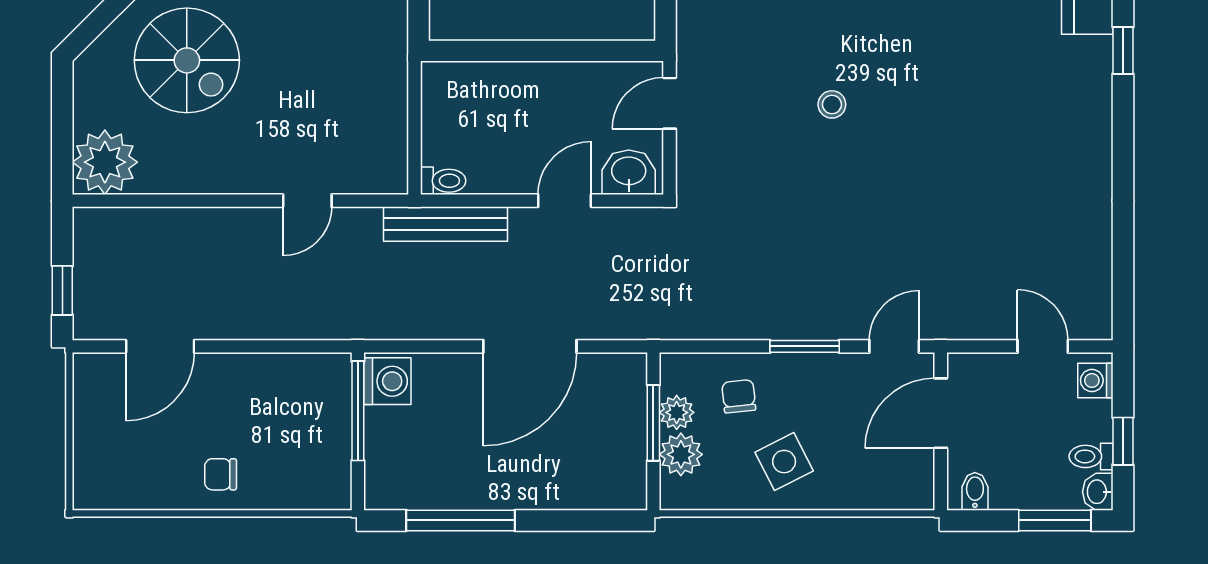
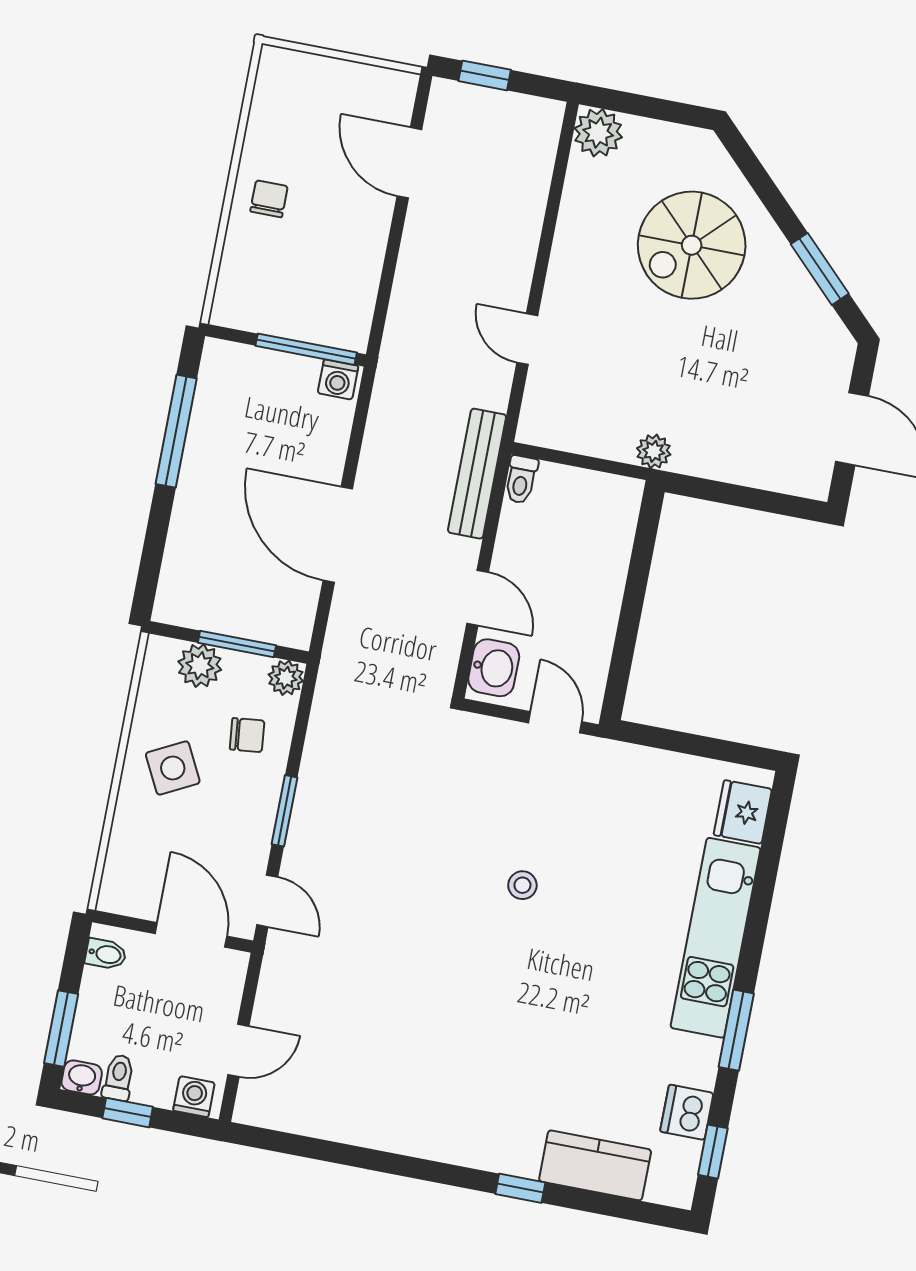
plant: (392, 59) -> (654, 451), added
plant: (105, 162) -> (598, 133), width x0.73, depth x0.73
washing machine: (387, 381) -> (338, 379), width x0.73, depth x0.73
plant: (677, 412) -> (286, 678), moved

